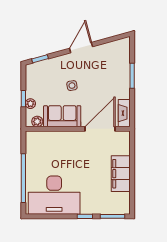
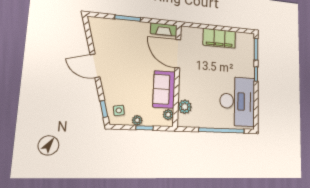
side table: (72, 86) -> (119, 110), moved
plant: (30, 104) -> (137, 120), moved
plant: (46, 138) -> (185, 107), added

